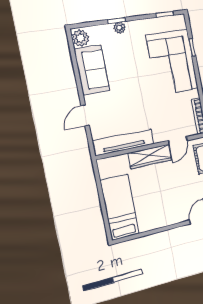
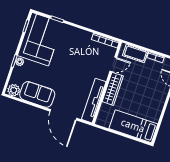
corner sofa: (172, 62) -> (40, 39), moved, turned -90
door: (85, 115) -> (63, 115), width x1.88
door: (178, 141) -> (113, 64), hinge flipped

